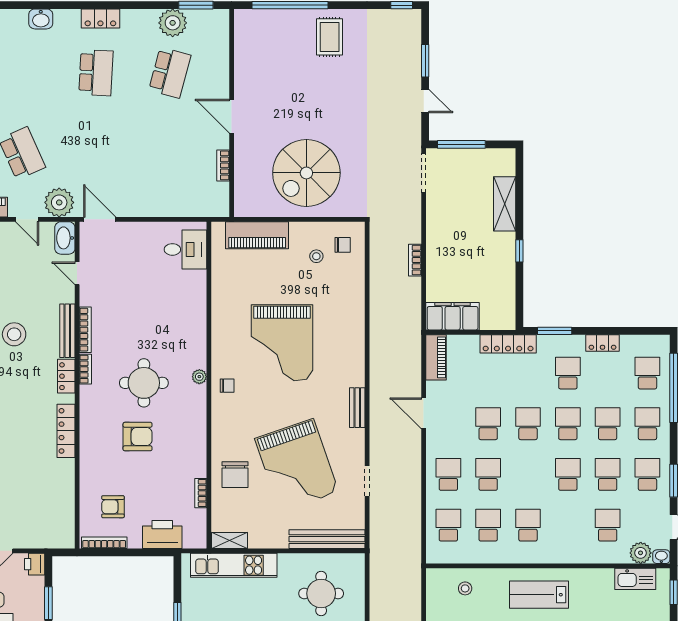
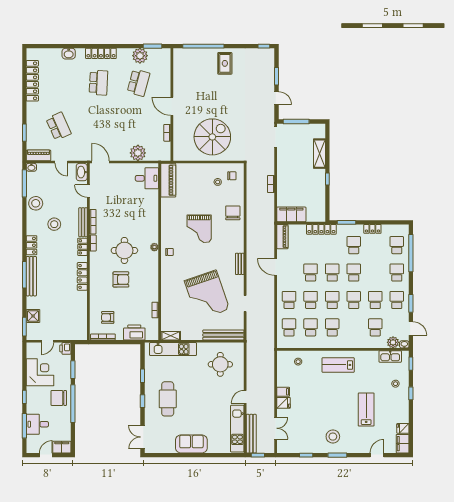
locker: (100, 18) -> (101, 53), width x1.53
spiral stairs: (306, 173) -> (212, 137), turned 180
plant: (59, 202) -> (138, 153), moved
piano: (257, 235) -> (168, 180), moved, turned -90
grand piano: (282, 343) -> (199, 229), width x0.73, depth x0.68
school desk: (608, 424) -> (332, 300), moved
chair: (235, 475) -> (233, 213), moved, turned 180

